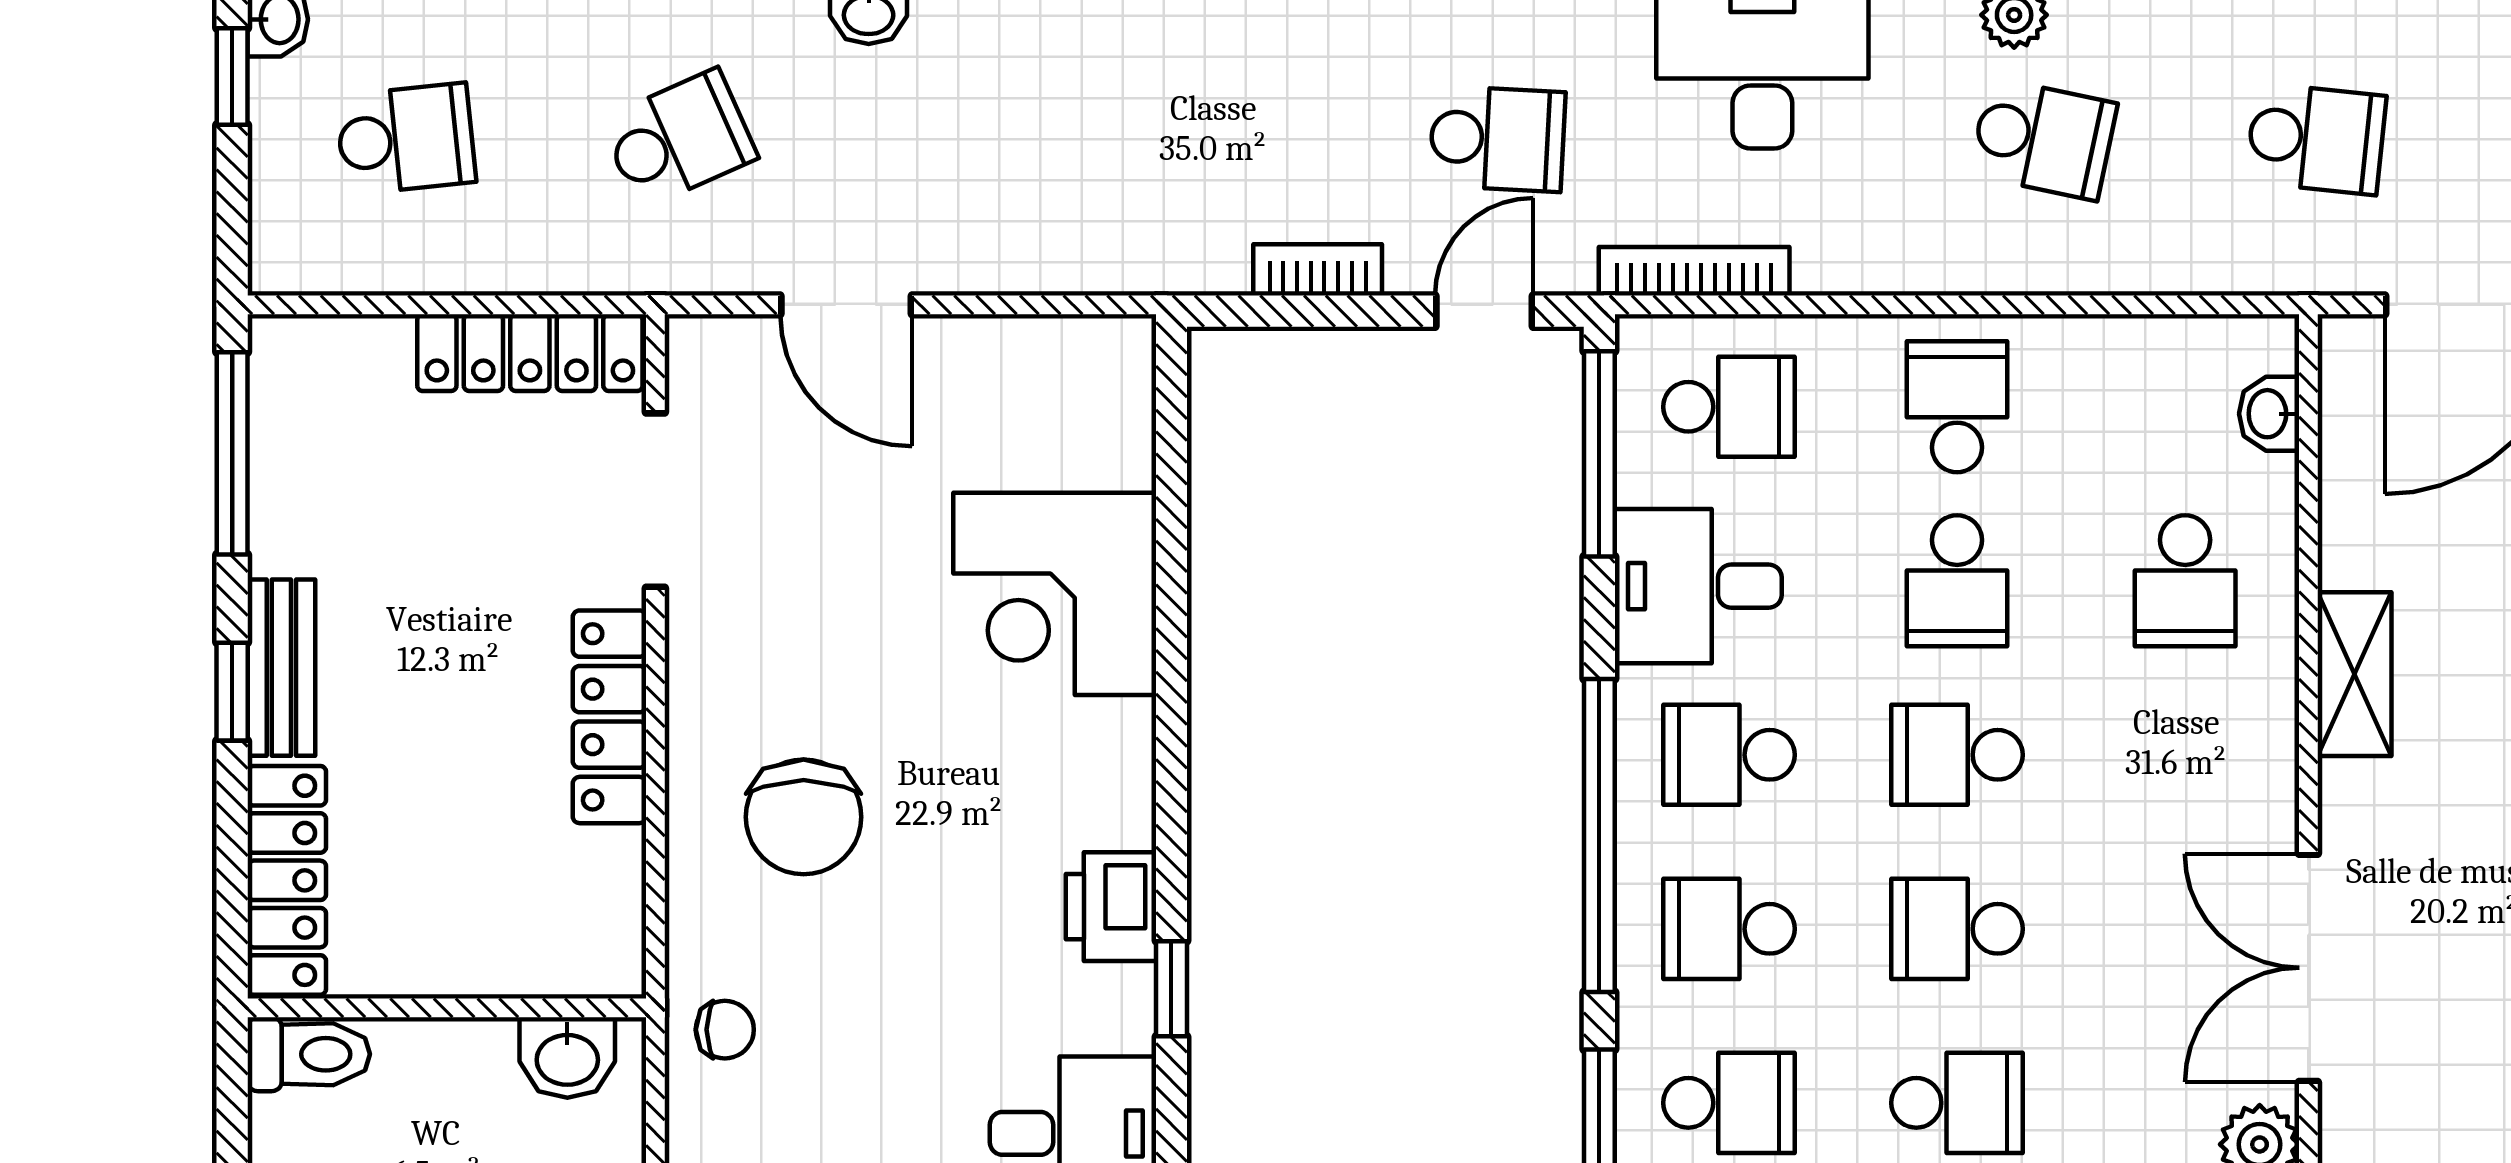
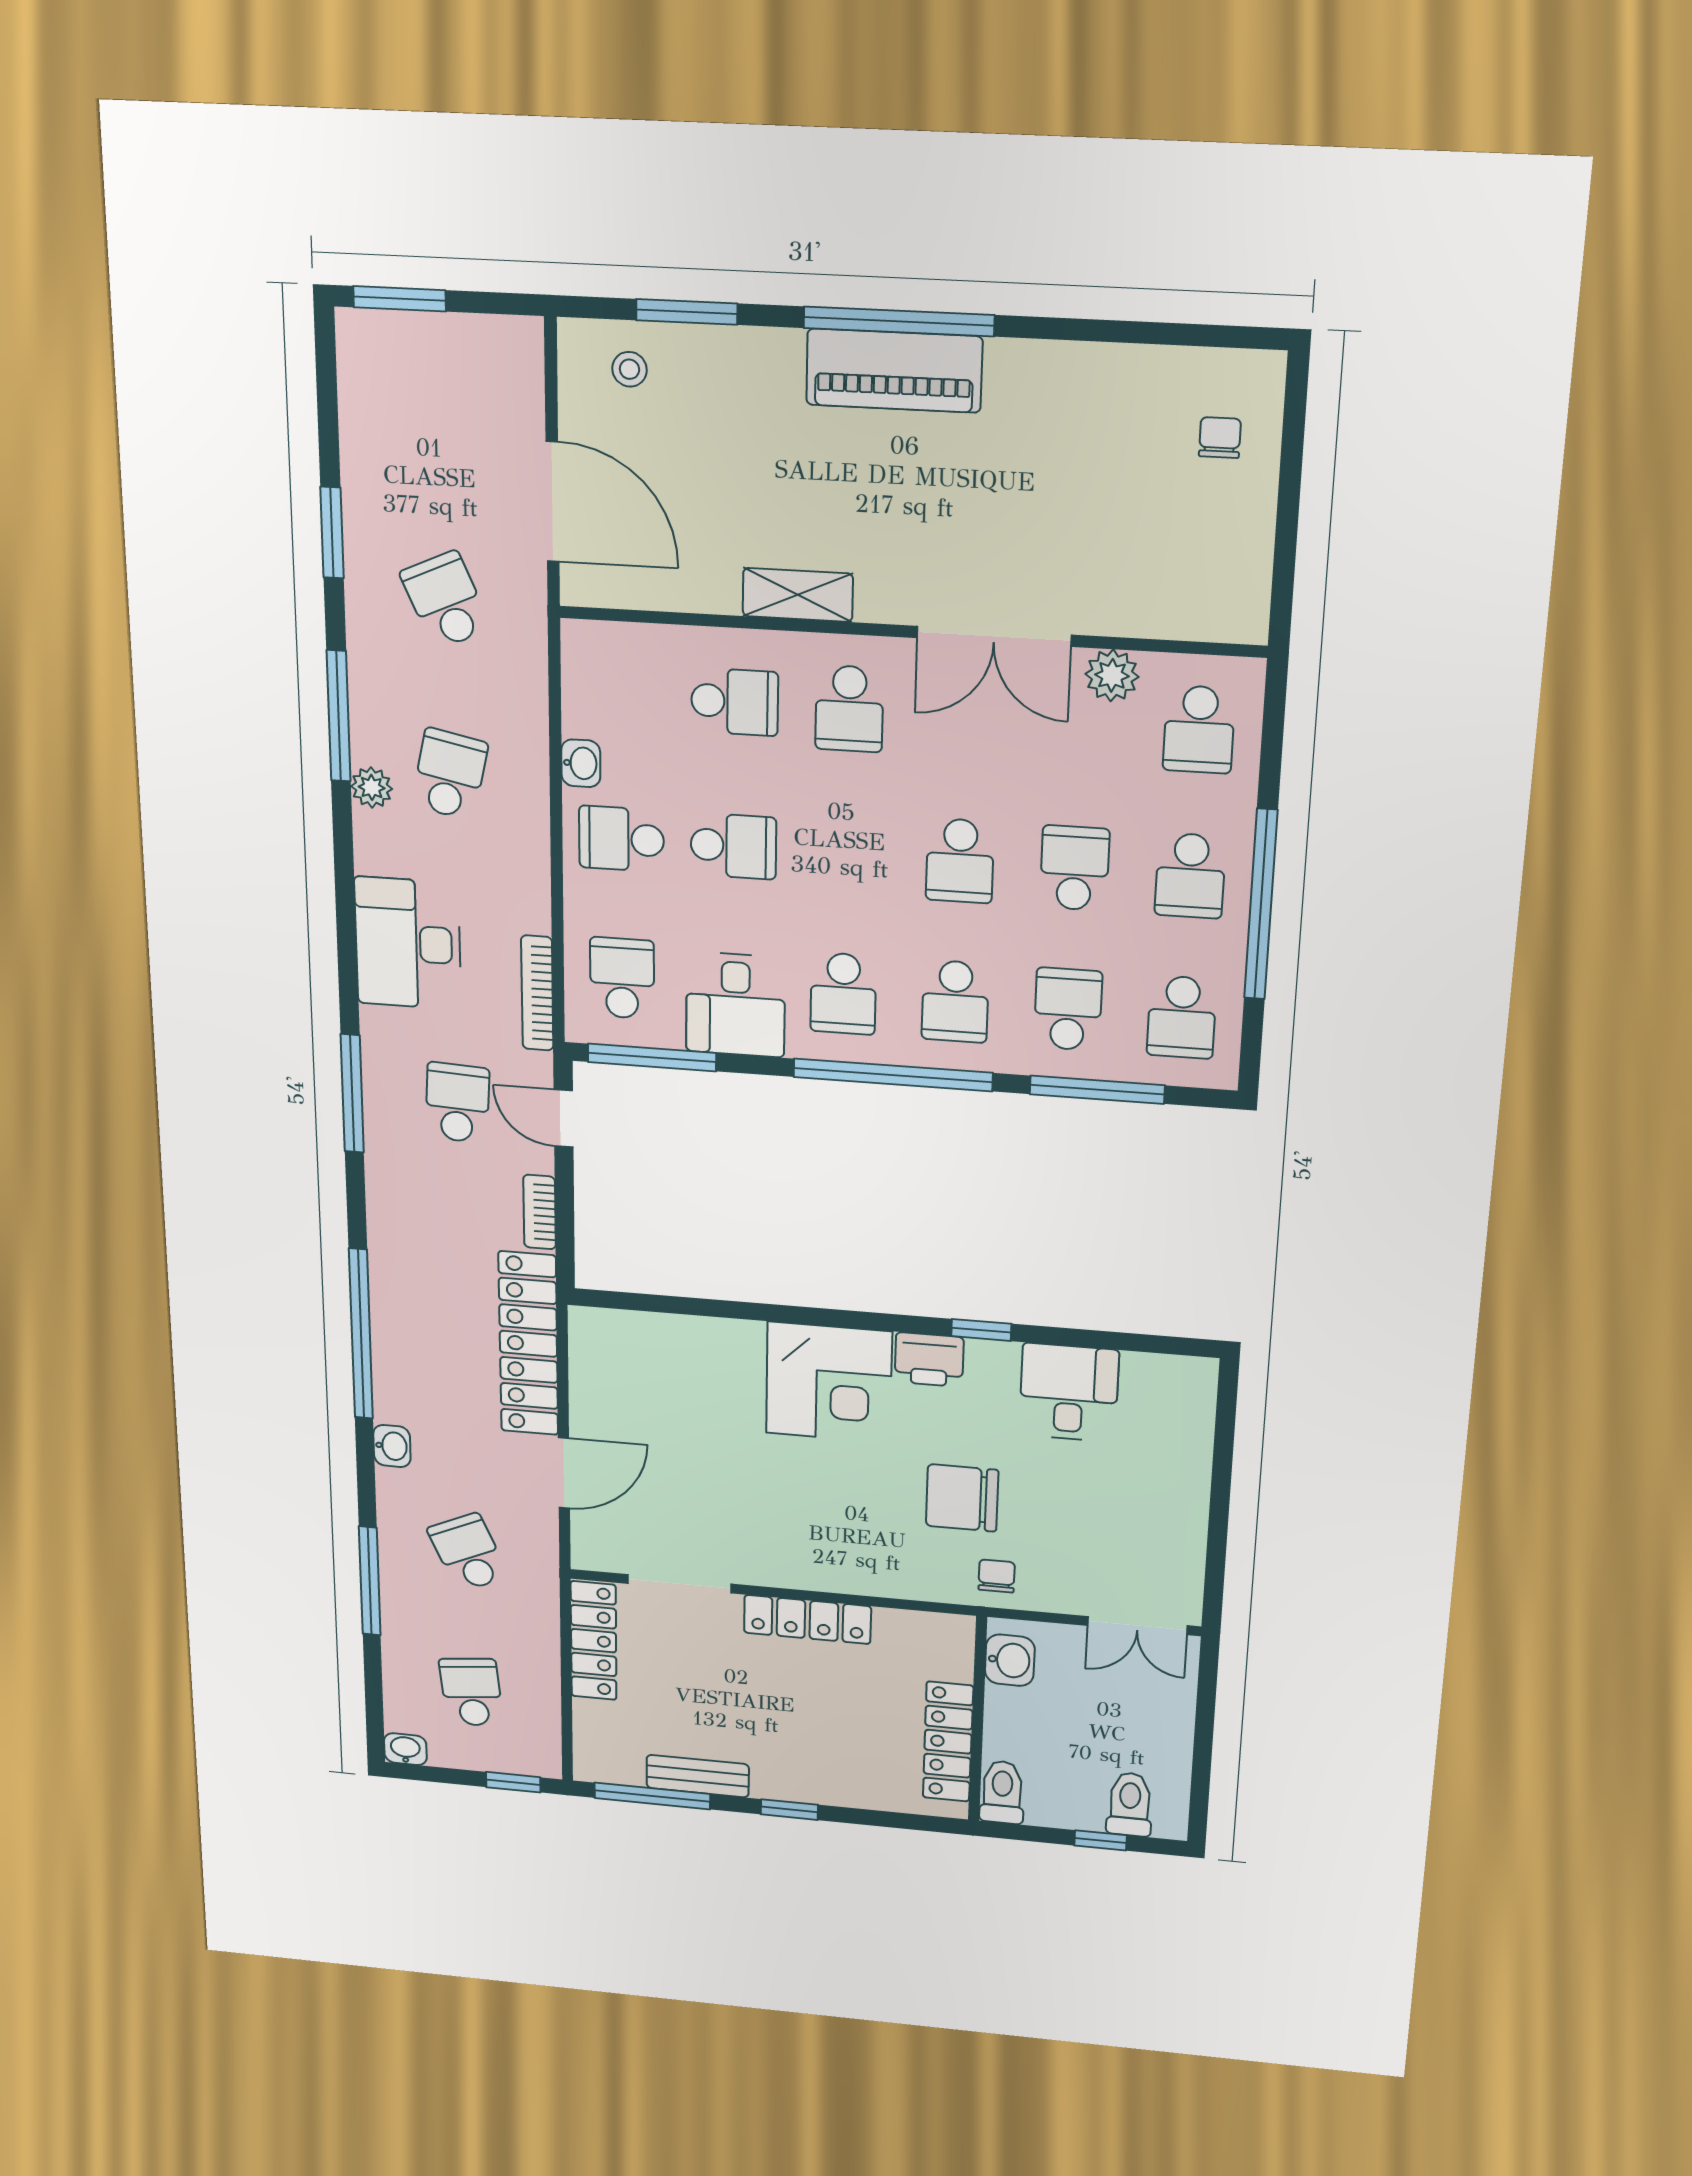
window: (232, 76) -> (513, 1782), moved
school desk: (2316, 139) -> (446, 600), turned -30
locker: (1080, 248) -> (528, 1344), added
washbasin: (2269, 414) -> (581, 763), moved, turned -90
corner desk: (1055, 594) -> (829, 1383), moved
bench: (281, 668) -> (698, 1776), moved
school desk: (1957, 755) -> (849, 709), moved
chair: (804, 817) -> (962, 1498), moved, turned 180
locker: (287, 880) -> (948, 1742), moved, turned -90

